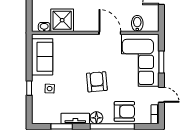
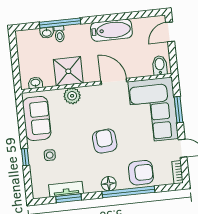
shower: (62, 20) -> (68, 71), moved
bidet: (137, 23) -> (160, 65), moved
plant: (74, 41) -> (72, 96), added
tv unit: (75, 119) -> (66, 189), moved

